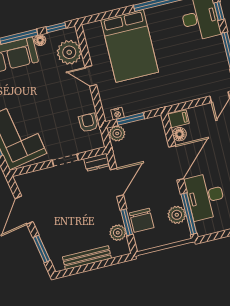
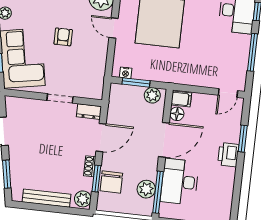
armchair: (88, 123) -> (63, 37), moved
plant: (117, 133) -> (152, 95), moved
shoe rack: (116, 213) -> (90, 166), added
plant: (118, 233) -> (83, 199), moved

